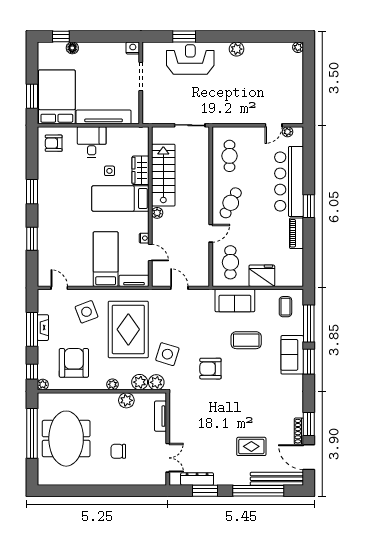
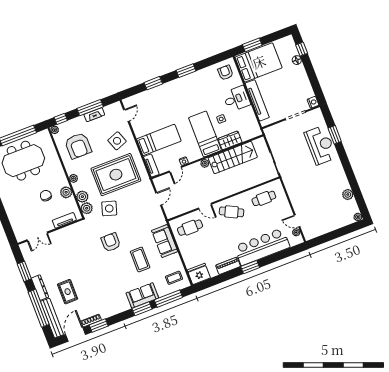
plant: (237, 49) -> (348, 195), moved
fridge: (262, 276) -> (199, 274), moved, turned -90
armchair: (74, 363) -> (78, 146), turned 90
chair: (118, 451) -> (46, 196), moved
dresser: (197, 479) -> (40, 288), moved

